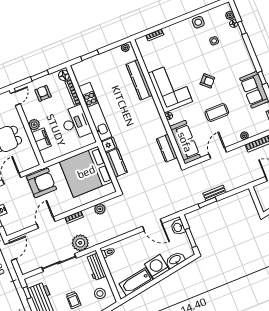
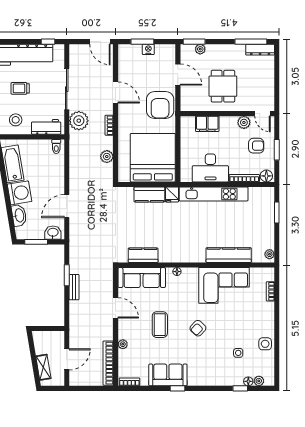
corner sofa: (170, 87) -> (224, 285), moved
plant: (34, 125) -> (244, 122), moved

